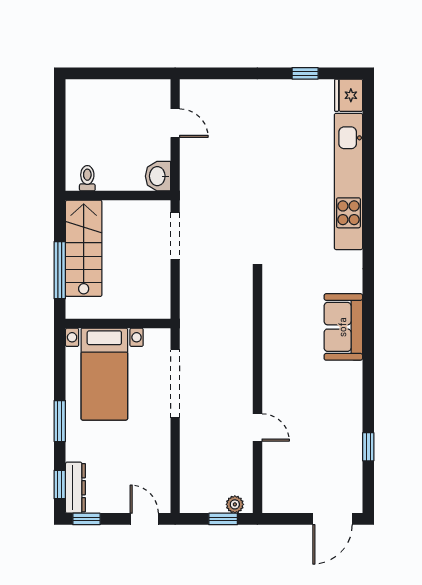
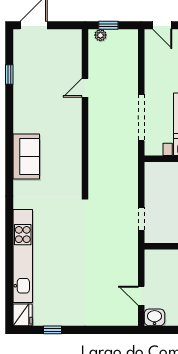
washbasin: (158, 176) -> (154, 317), moved, turned -90
doorway: (175, 236) -> (141, 219), width x0.73
door: (257, 427) -> (85, 88), hinge flipped

